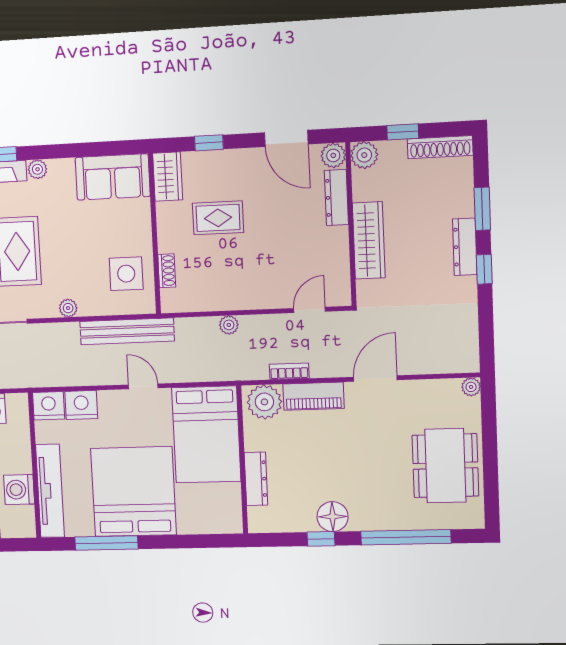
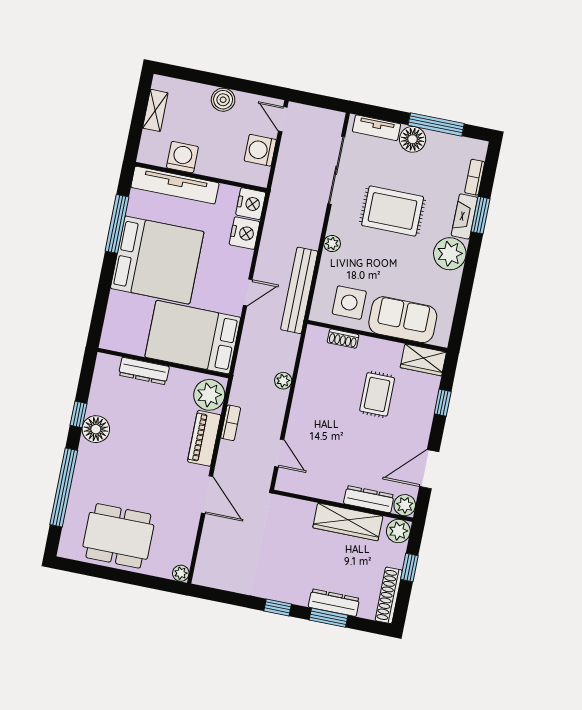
plant: (37, 169) -> (450, 254), width x1.87, depth x1.87
sofa: (113, 177) -> (403, 320), moved, turned 90
wardrobe: (369, 240) -> (348, 522), moved
dresser: (465, 247) -> (334, 603), moved

